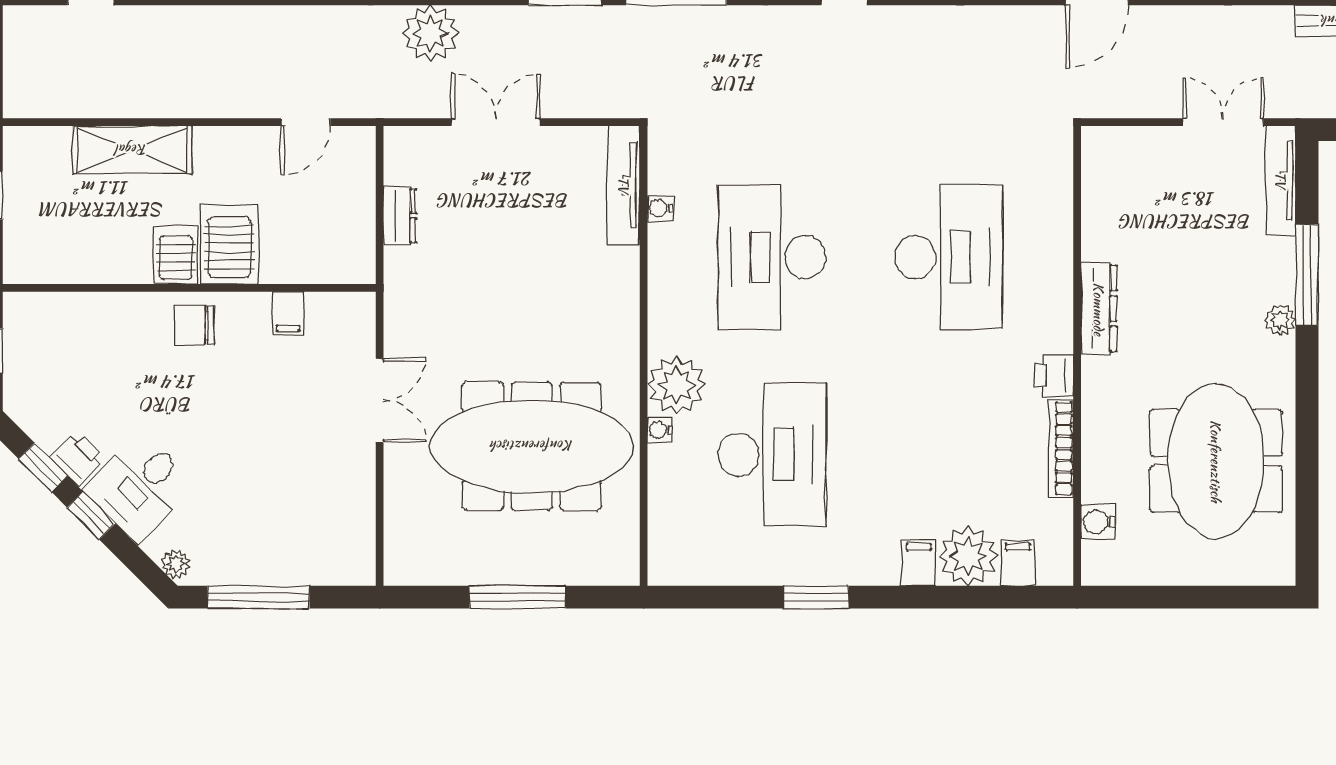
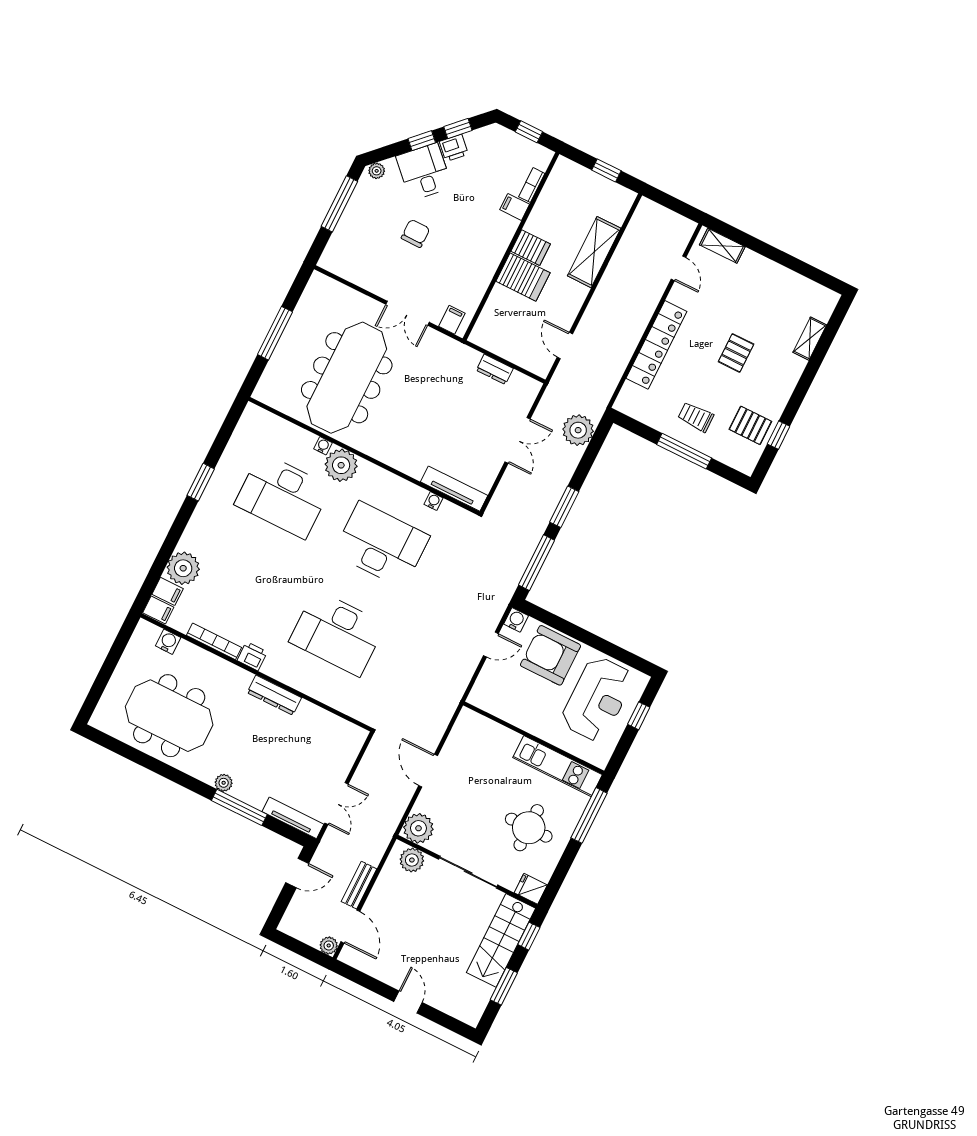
bookcase: (75, 304) -> (532, 185), added
filing cabinet: (123, 313) -> (515, 207), added
filing cabinet: (288, 313) -> (452, 320), moved, turned 90
chair: (195, 326) -> (415, 233), moved
filing cabinet: (919, 563) -> (158, 610), moved

